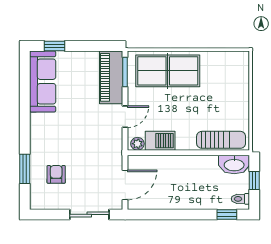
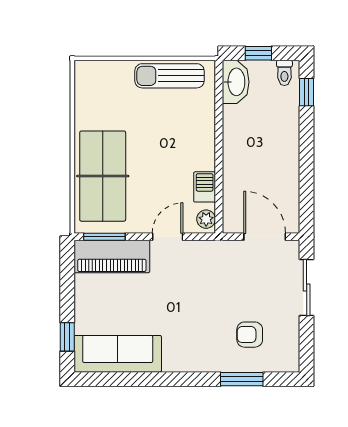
door: (125, 117) -> (168, 237), hinge flipped
sun lounger: (221, 140) -> (169, 76), moved, turned -90
barbecue: (160, 141) -> (205, 187), width x0.73, depth x0.79

